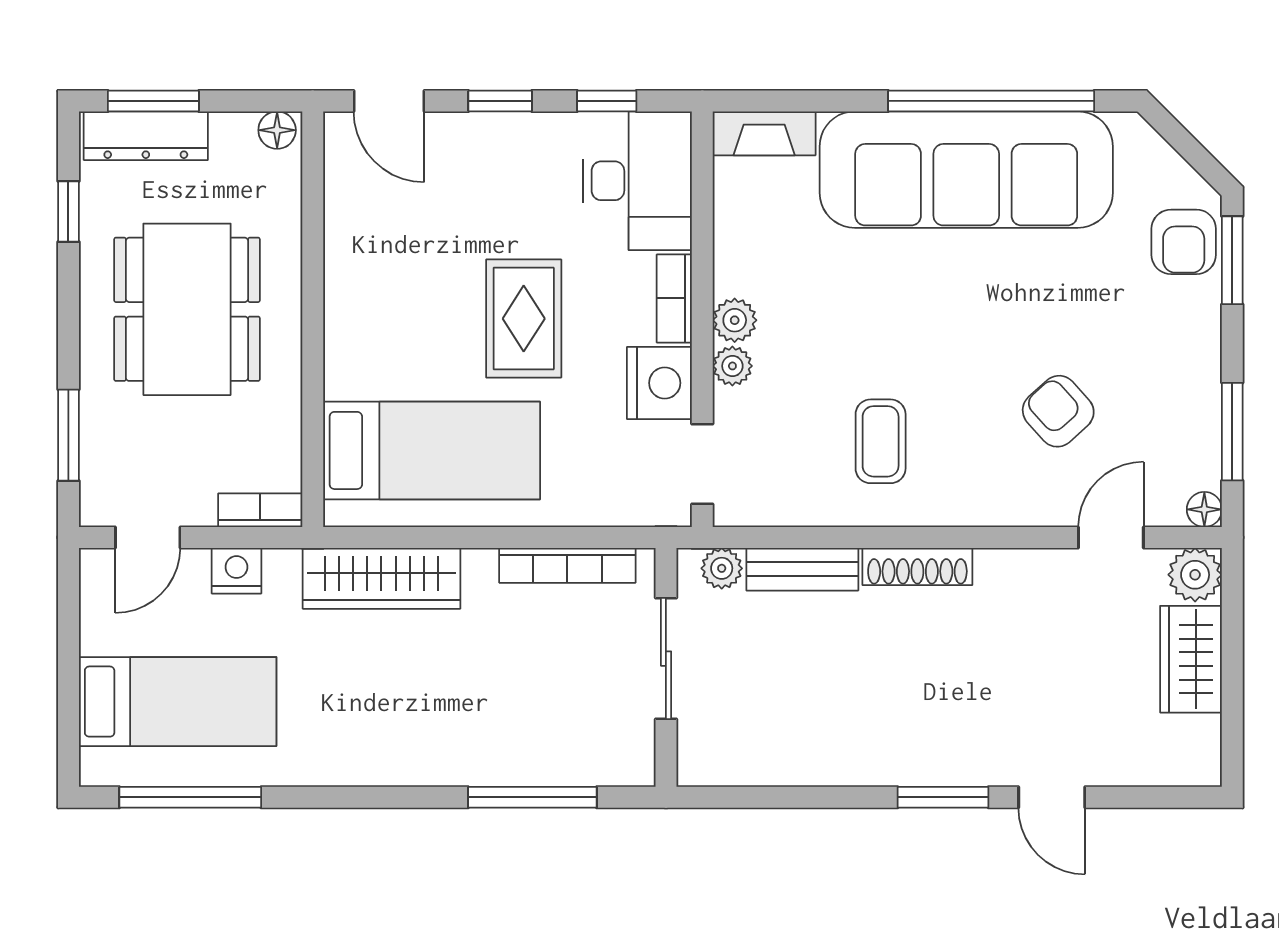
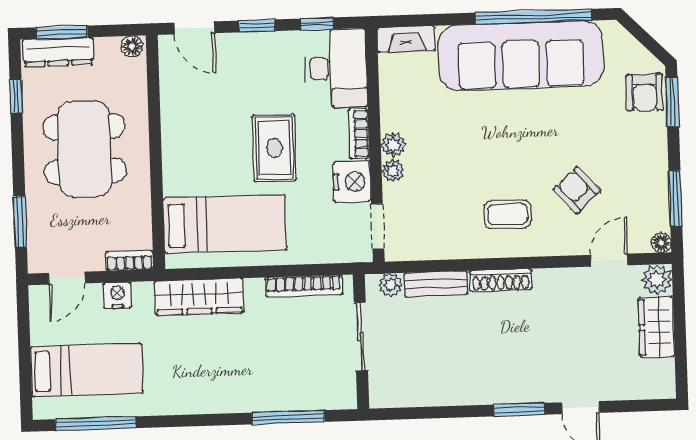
coffee table: (881, 441) -> (507, 214), moved, turned 90

